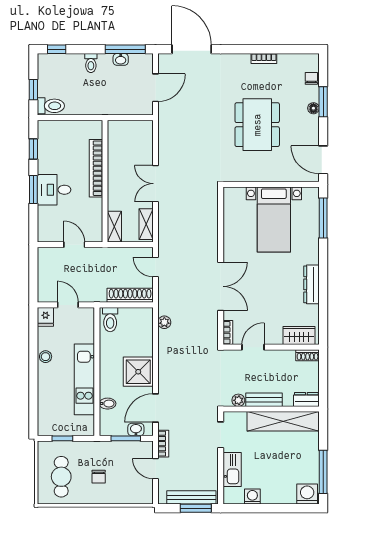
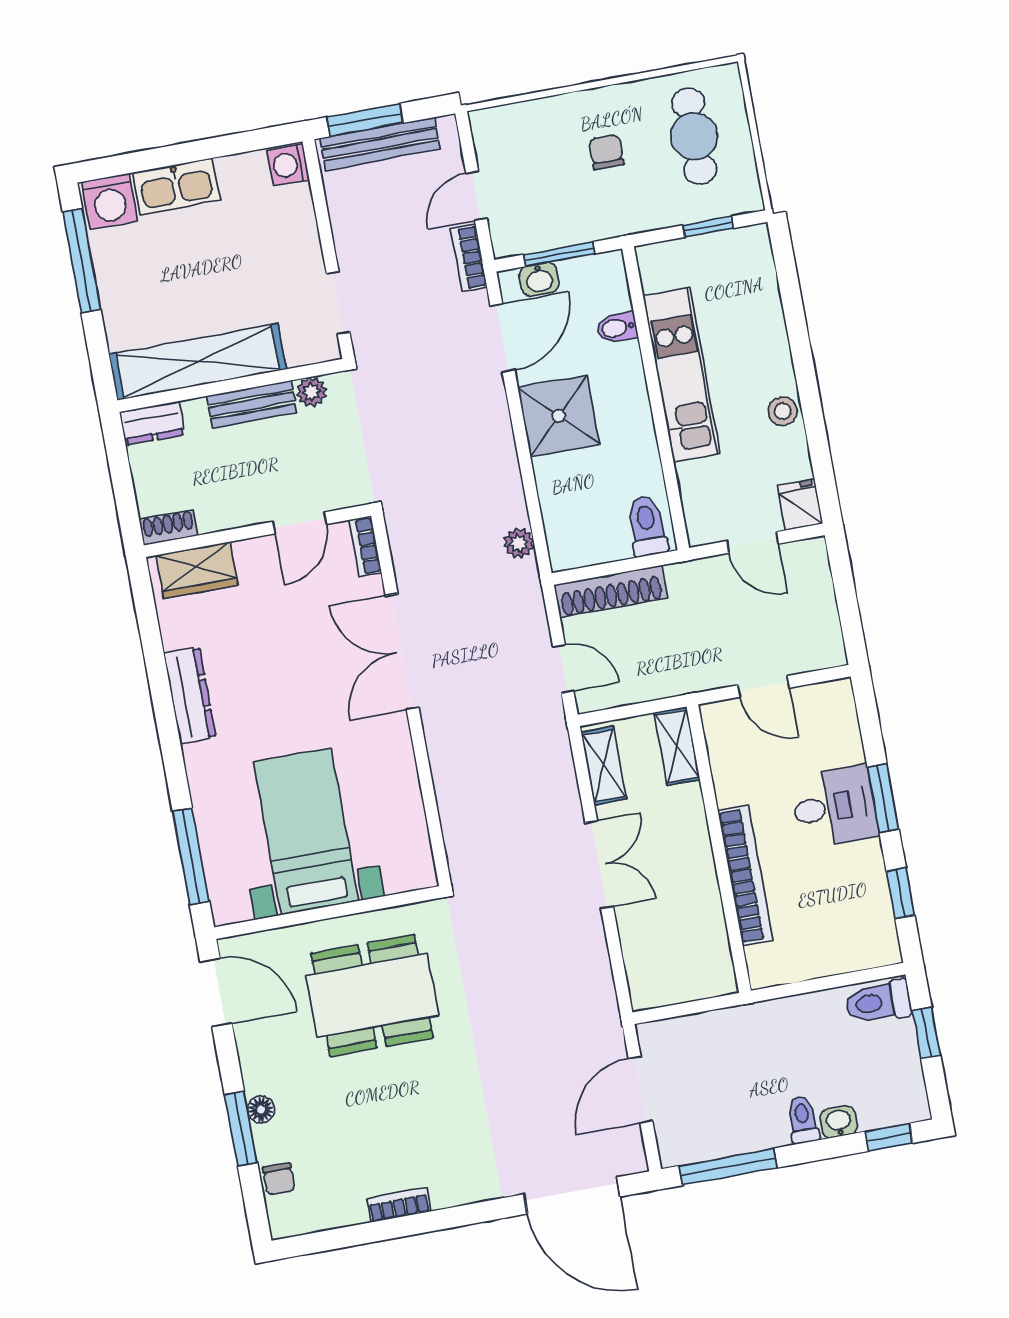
washbasin: (121, 59) -> (839, 1122), moved
dining table: (257, 125) -> (372, 996), moved, turned 90
door: (155, 469) -> (476, 196), swing flipped
kitchen sink: (232, 470) -> (176, 186), moved, turned -90
washing machine: (252, 497) -> (288, 165), moved, turned 90

